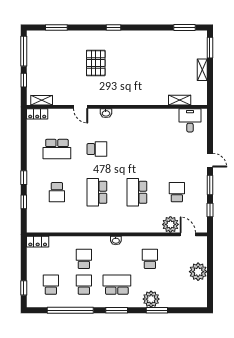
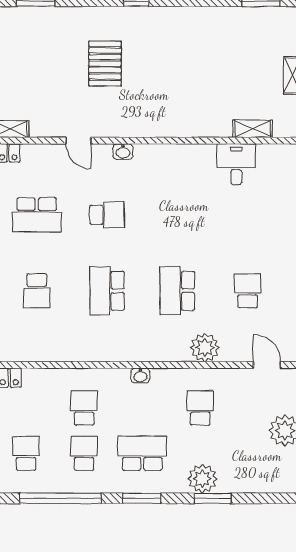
desk: (190, 120) -> (236, 164), moved
plant: (170, 224) -> (205, 348), moved

